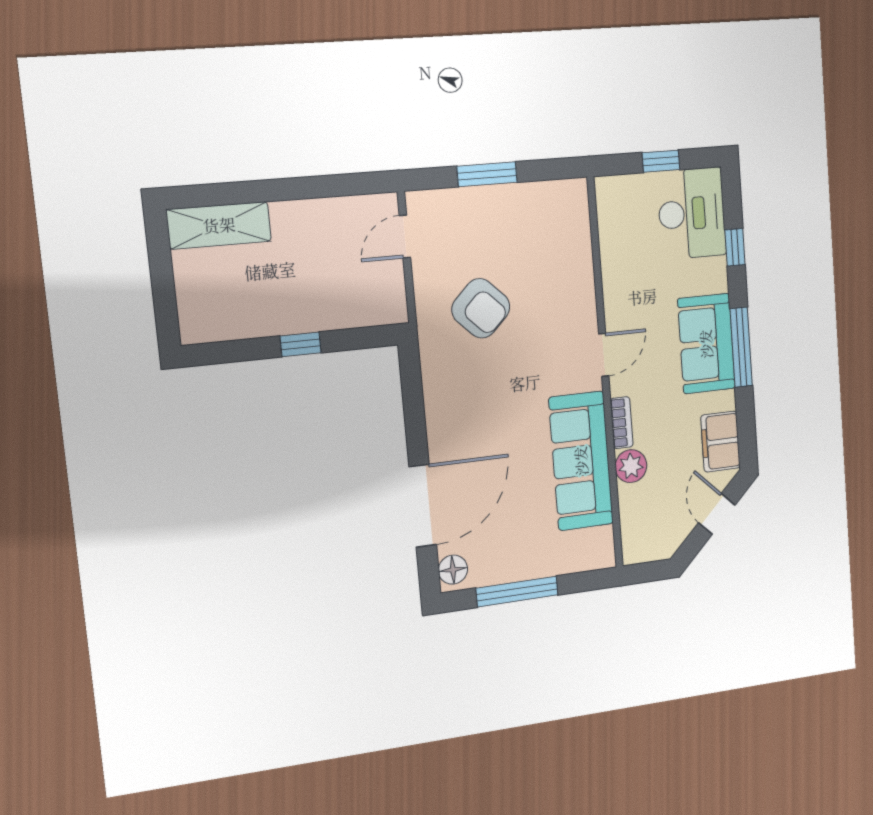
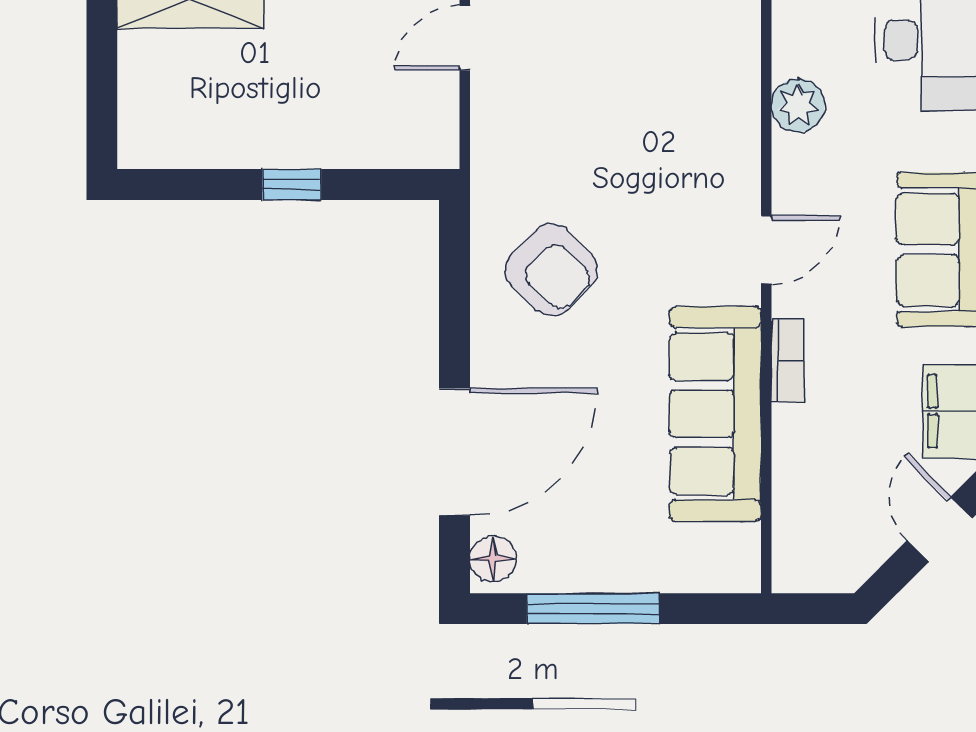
armchair: (481, 308) -> (551, 270), moved
plant: (631, 466) -> (798, 105), moved

